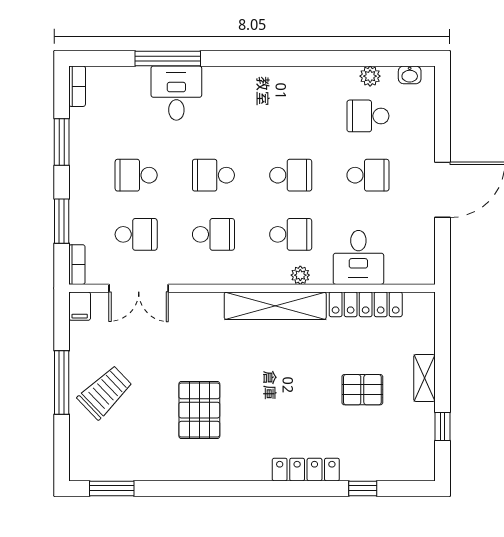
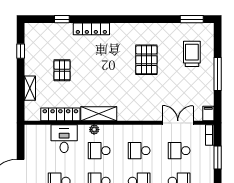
shelving: (275, 306) -> (99, 114), width x0.68
shelving: (424, 378) -> (30, 88), moved
pallet: (362, 390) -> (62, 70), turned 90
trolley: (105, 392) -> (192, 54), moved, turned 134

